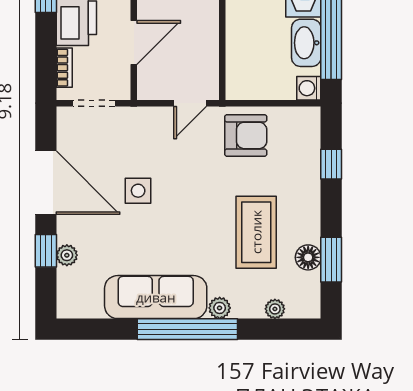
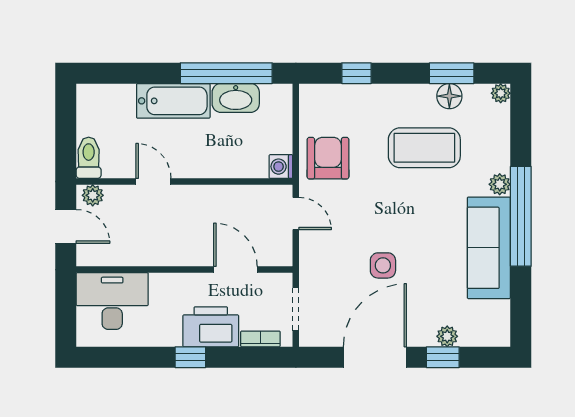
washing machine: (309, 88) -> (281, 167), moved, turned 90
plant: (275, 309) -> (501, 93), moved

